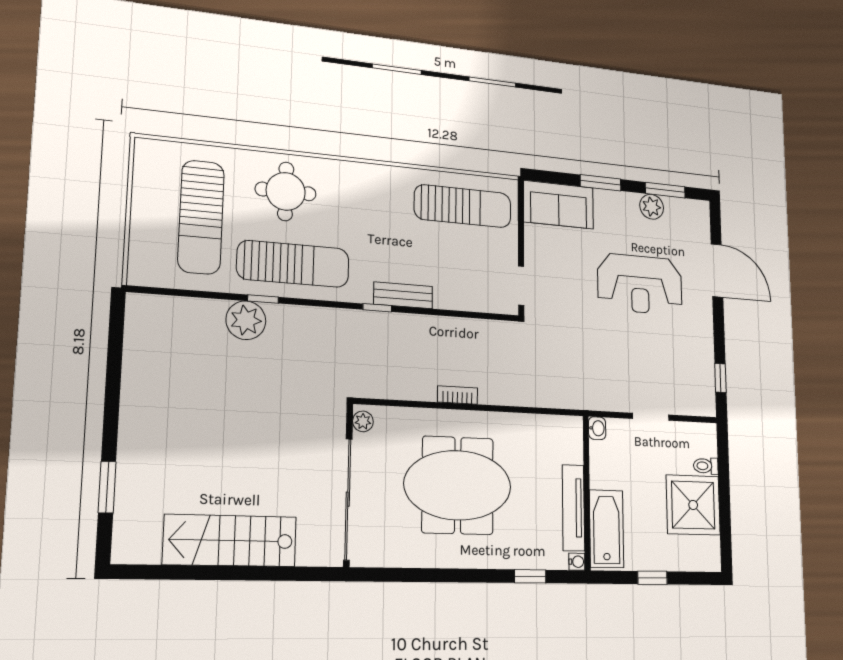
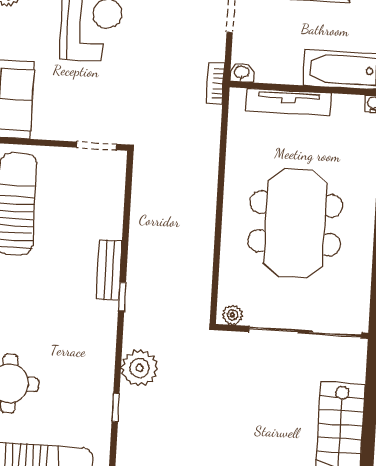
sun lounger: (293, 264) -> (81, 378), removed
plant: (246, 320) -> (139, 368), moved
bookcase: (458, 395) -> (215, 84), moved
tv unit: (573, 508) -> (289, 102), moved

